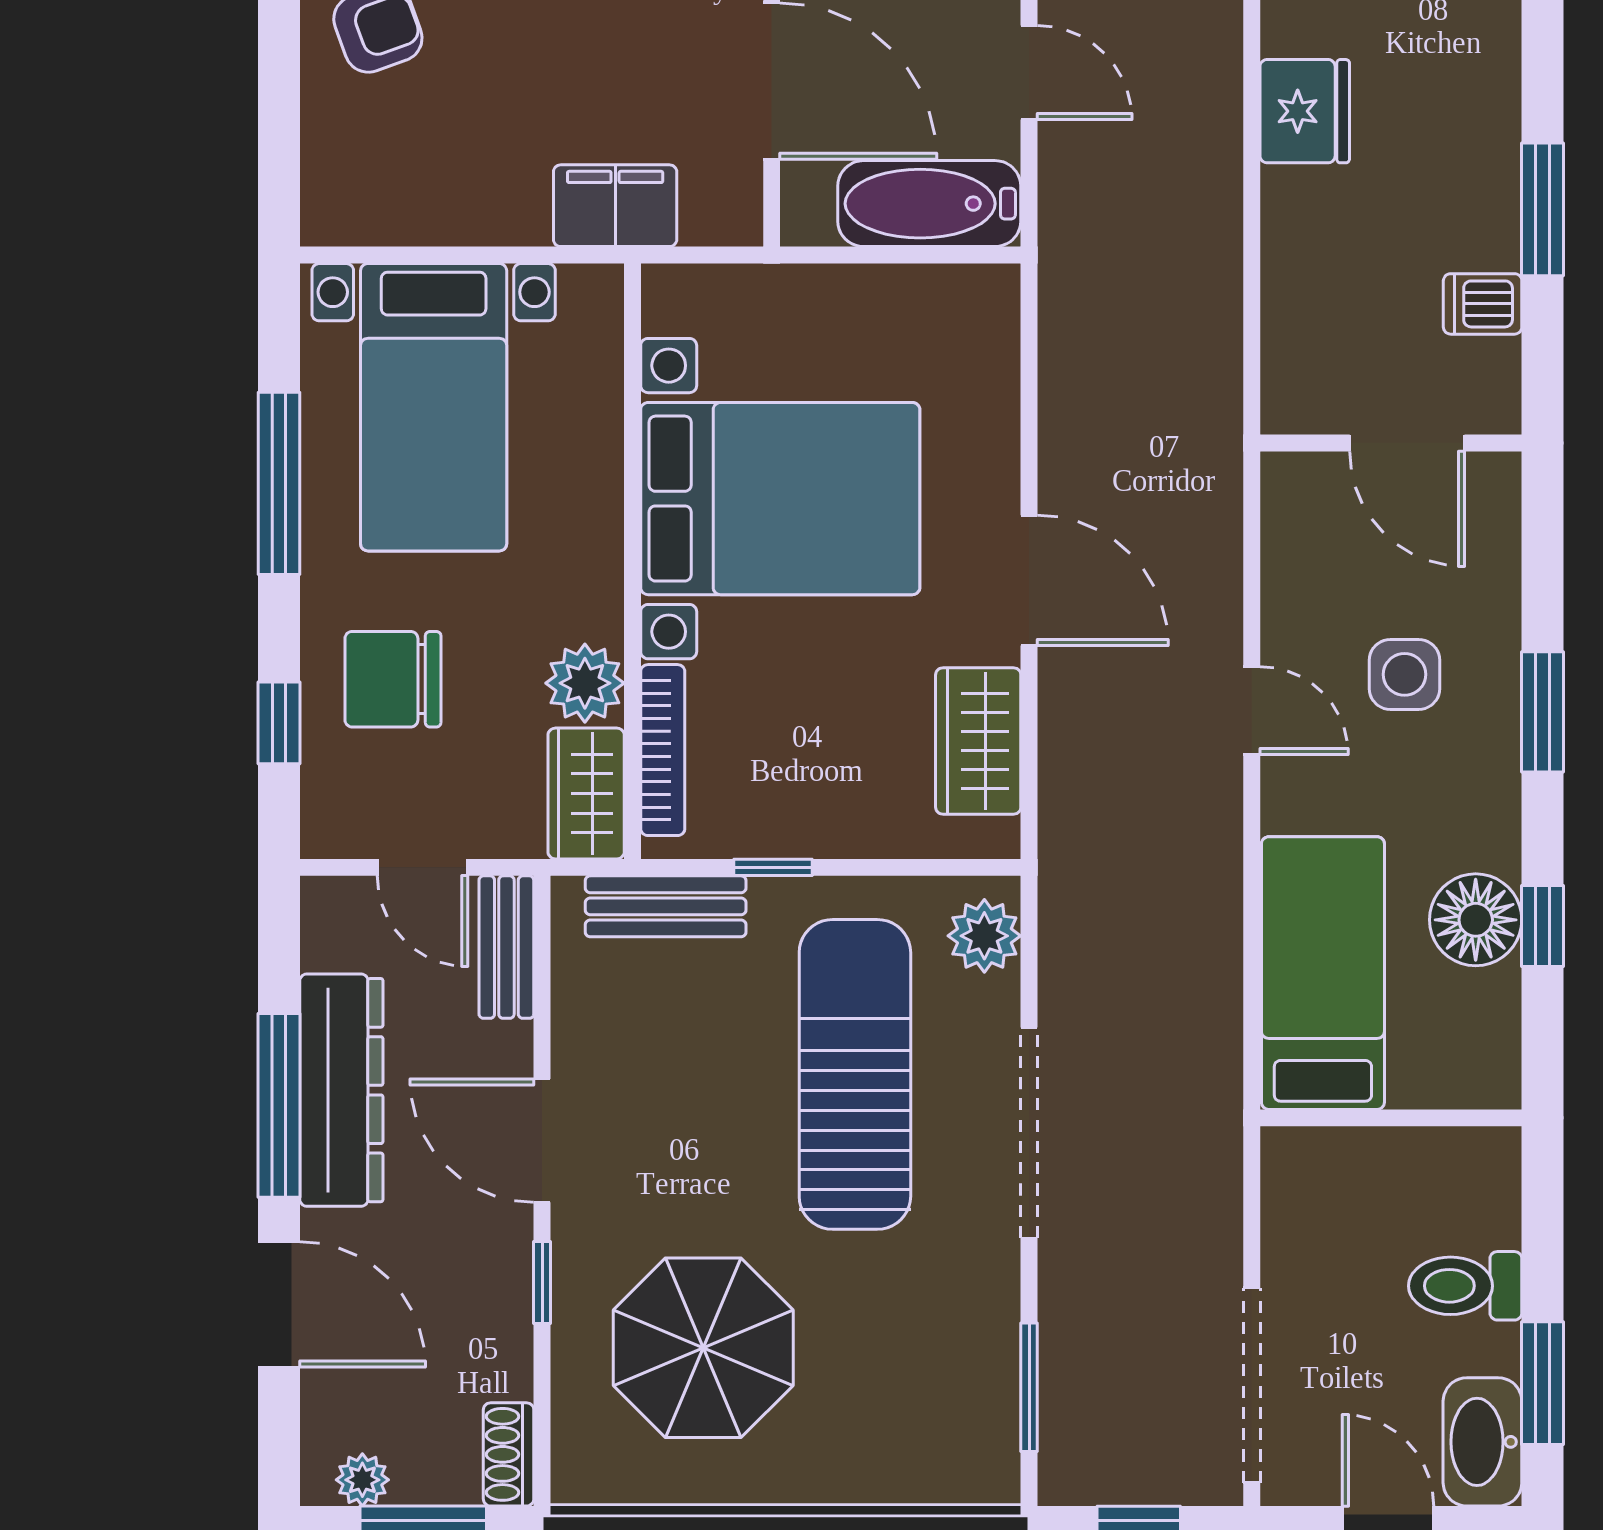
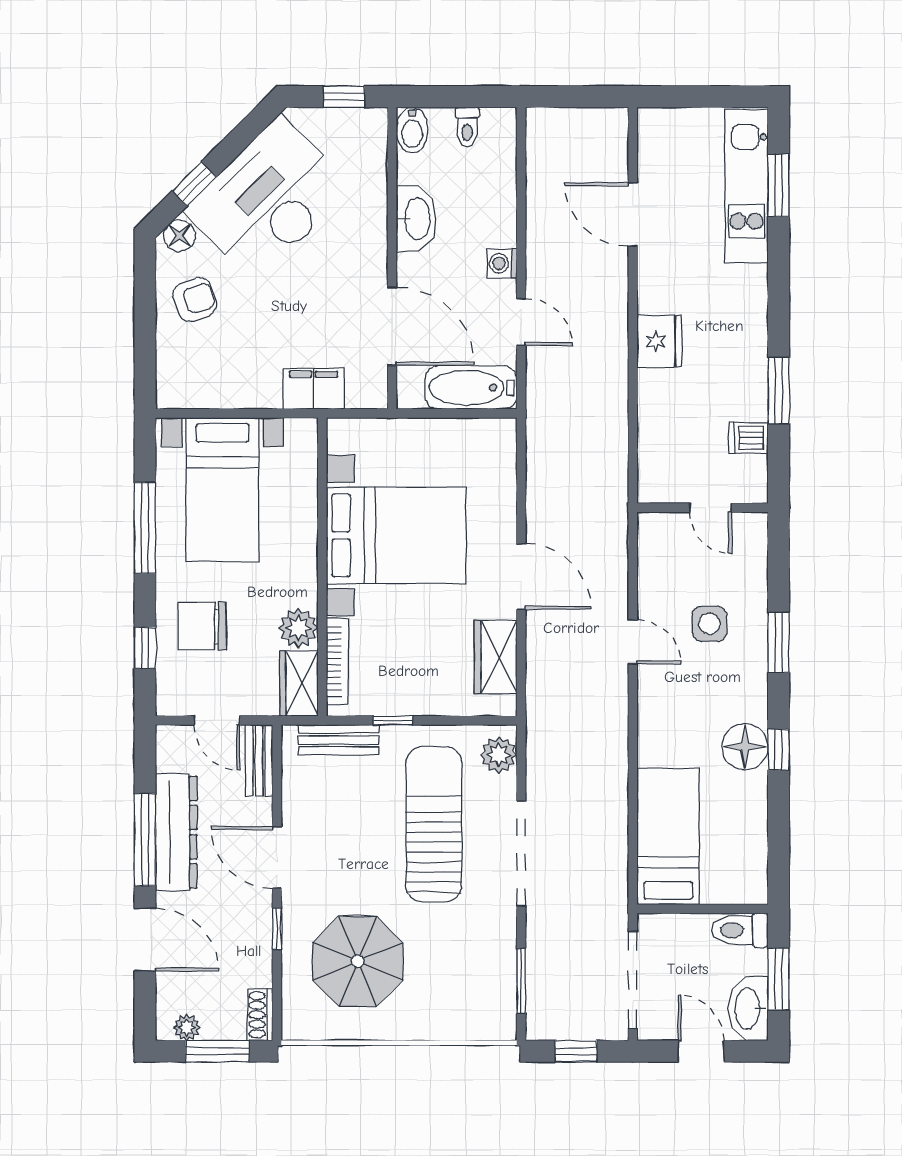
door: (1407, 443) -> (711, 508), width x0.73
bed: (1323, 973) -> (668, 836), moved
wall: (1391, 1118) -> (702, 909), moved

